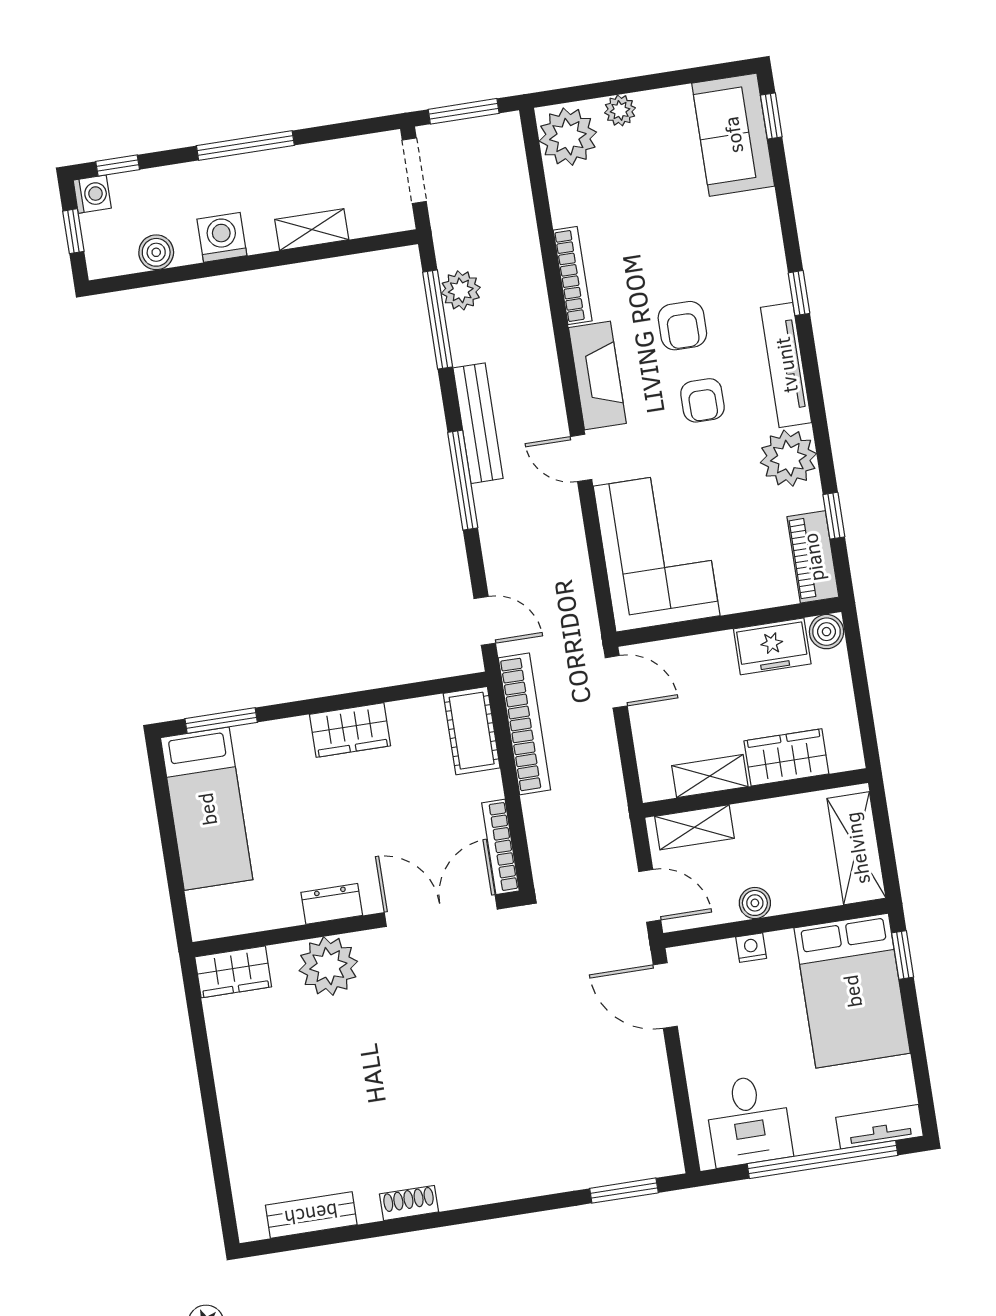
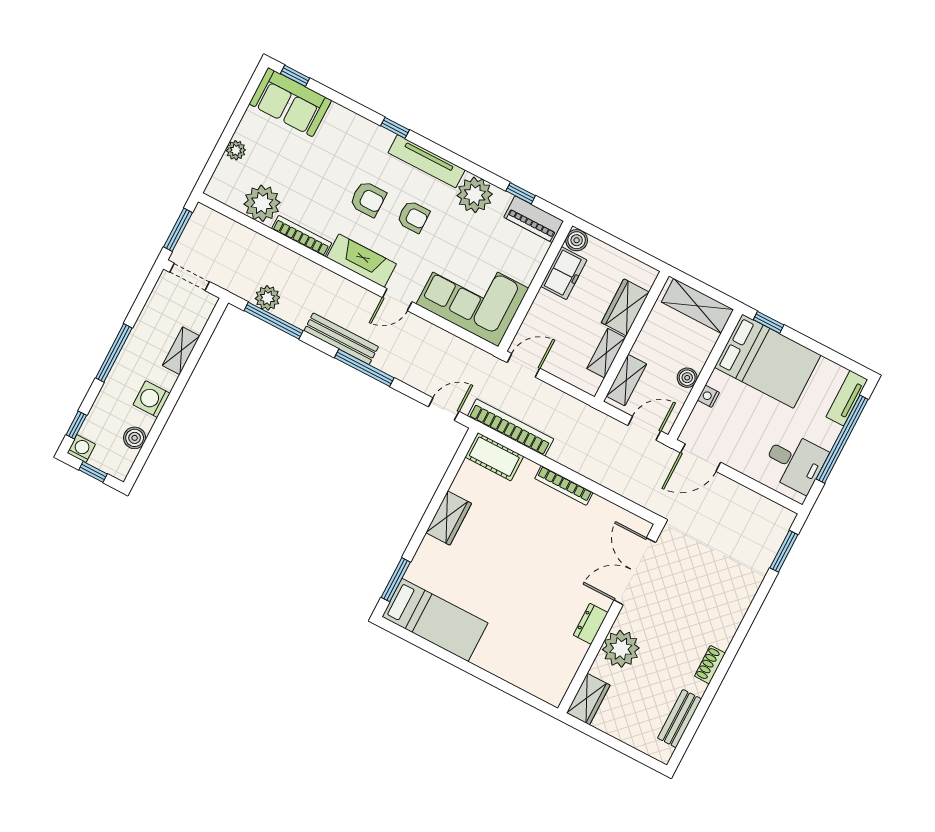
plant: (568, 137) -> (262, 203), moved
dresser: (332, 904) -> (591, 624), moved
double door: (441, 911) -> (635, 571), moved
wall: (357, 924) -> (610, 618), moved
plant: (328, 966) -> (621, 649), moved
wardrobe: (233, 972) -> (588, 699), moved

